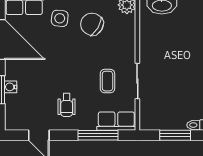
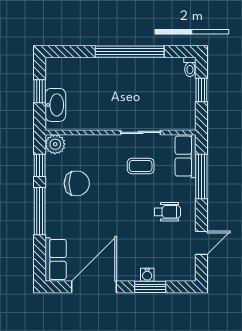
side table: (60, 18) -> (70, 220), removed
chair: (92, 24) -> (77, 183), turned -121
window: (175, 135) -> (201, 90), width x0.67

